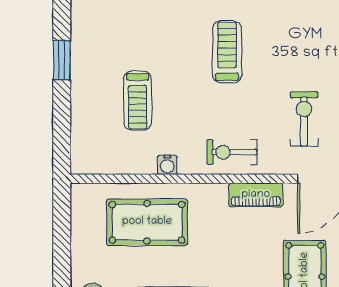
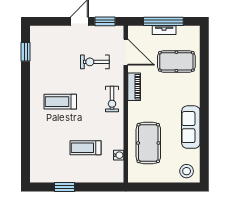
treadmill: (138, 101) -> (85, 148), turned 180
water cooler: (167, 165) -> (119, 155), moved

